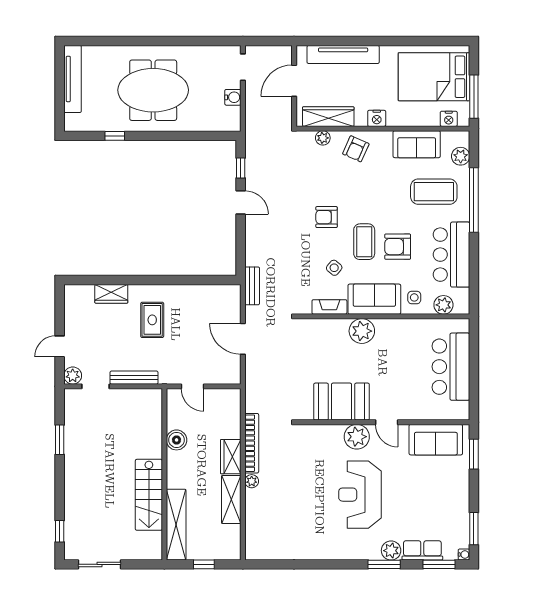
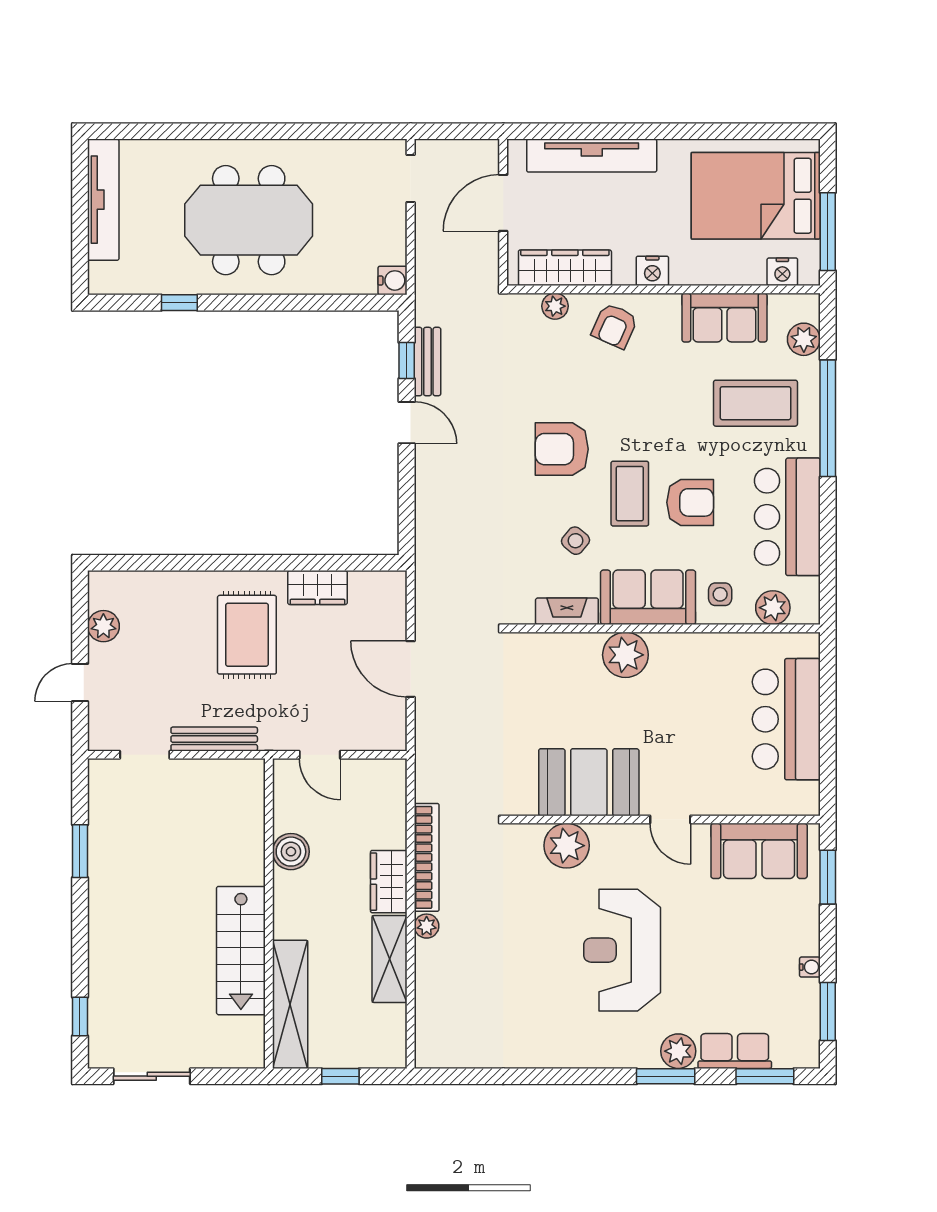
water cooler: (233, 97) -> (393, 280), moved
armchair: (327, 217) -> (562, 449), width x1.38, depth x1.38
armchair: (398, 247) -> (690, 502), turned 180
bench: (252, 286) -> (427, 362), moved
wardrobe: (111, 294) -> (317, 588), moved
rug: (152, 320) -> (247, 635), width x1.36, depth x1.43
plant: (73, 376) -> (103, 626), moved
plant: (357, 437) -> (567, 846), moved
water cooler: (464, 555) -> (810, 967), moved

